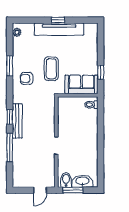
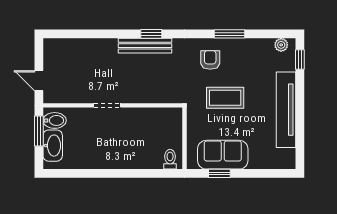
window: (58, 20) -> (300, 59), moved
sofa: (81, 84) -> (223, 155), moved, turned -90
window: (10, 147) -> (104, 34), removed

